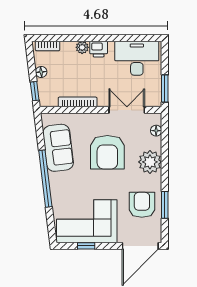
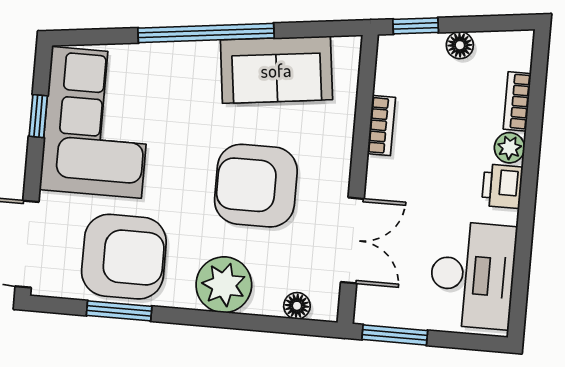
bookcase: (48, 46) -> (517, 101), moved
bookcase: (78, 102) -> (381, 126), width x0.64
armchair: (142, 205) -> (124, 257), width x1.36, depth x1.36

